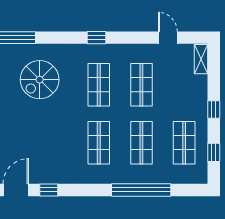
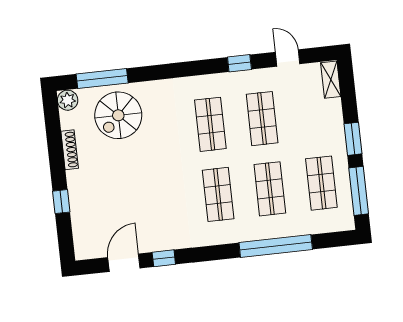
window: (97, 38) -> (239, 63), moved
spiral stairs: (40, 80) -> (118, 115), moved
window: (214, 109) -> (353, 139), width x1.50
window: (214, 152) -> (359, 191), width x2.17

